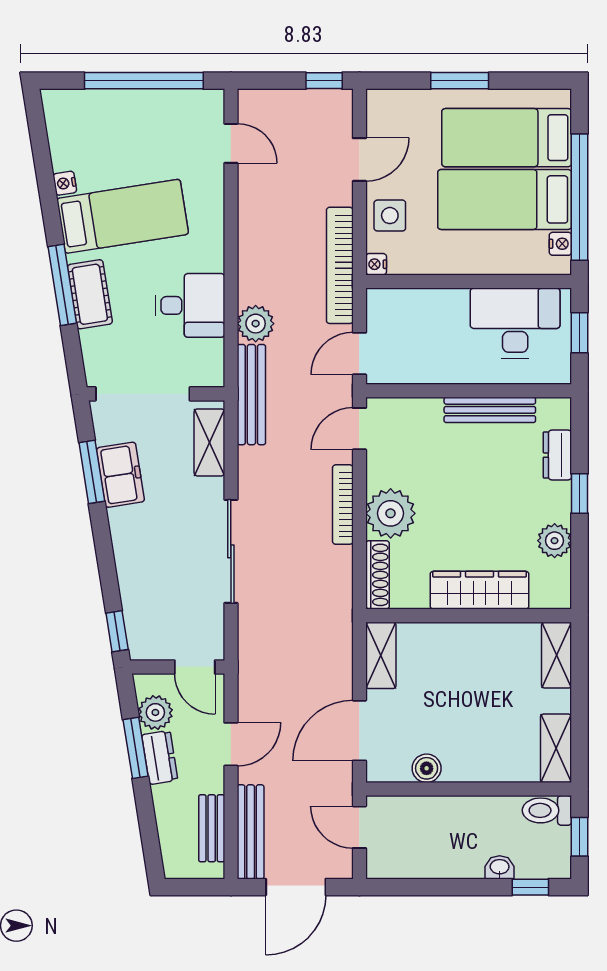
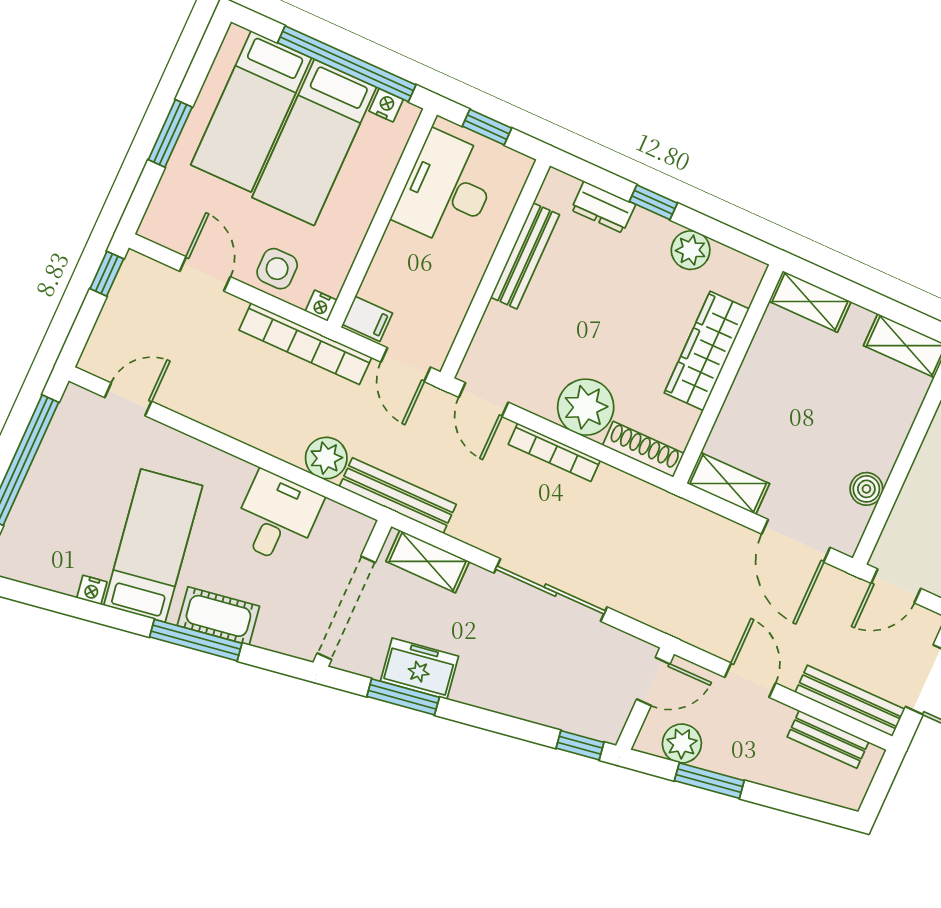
filing cabinet: (382, 306) -> (367, 319), added
dresser: (160, 757) -> (730, 760), removed

